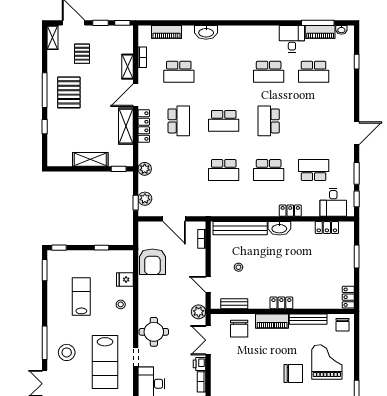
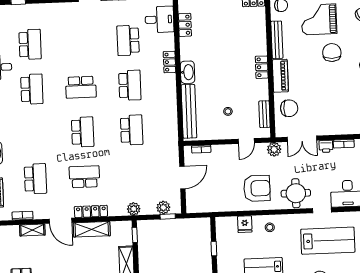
armchair: (152, 262) -> (257, 188), moved

